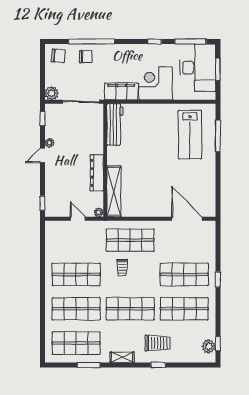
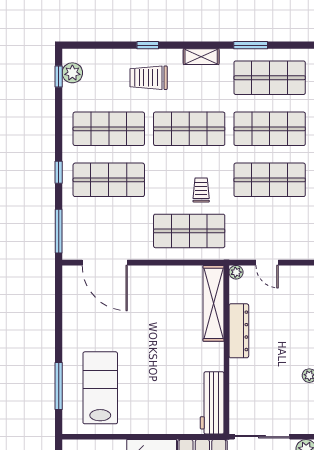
window: (218, 240) -> (59, 231), added

